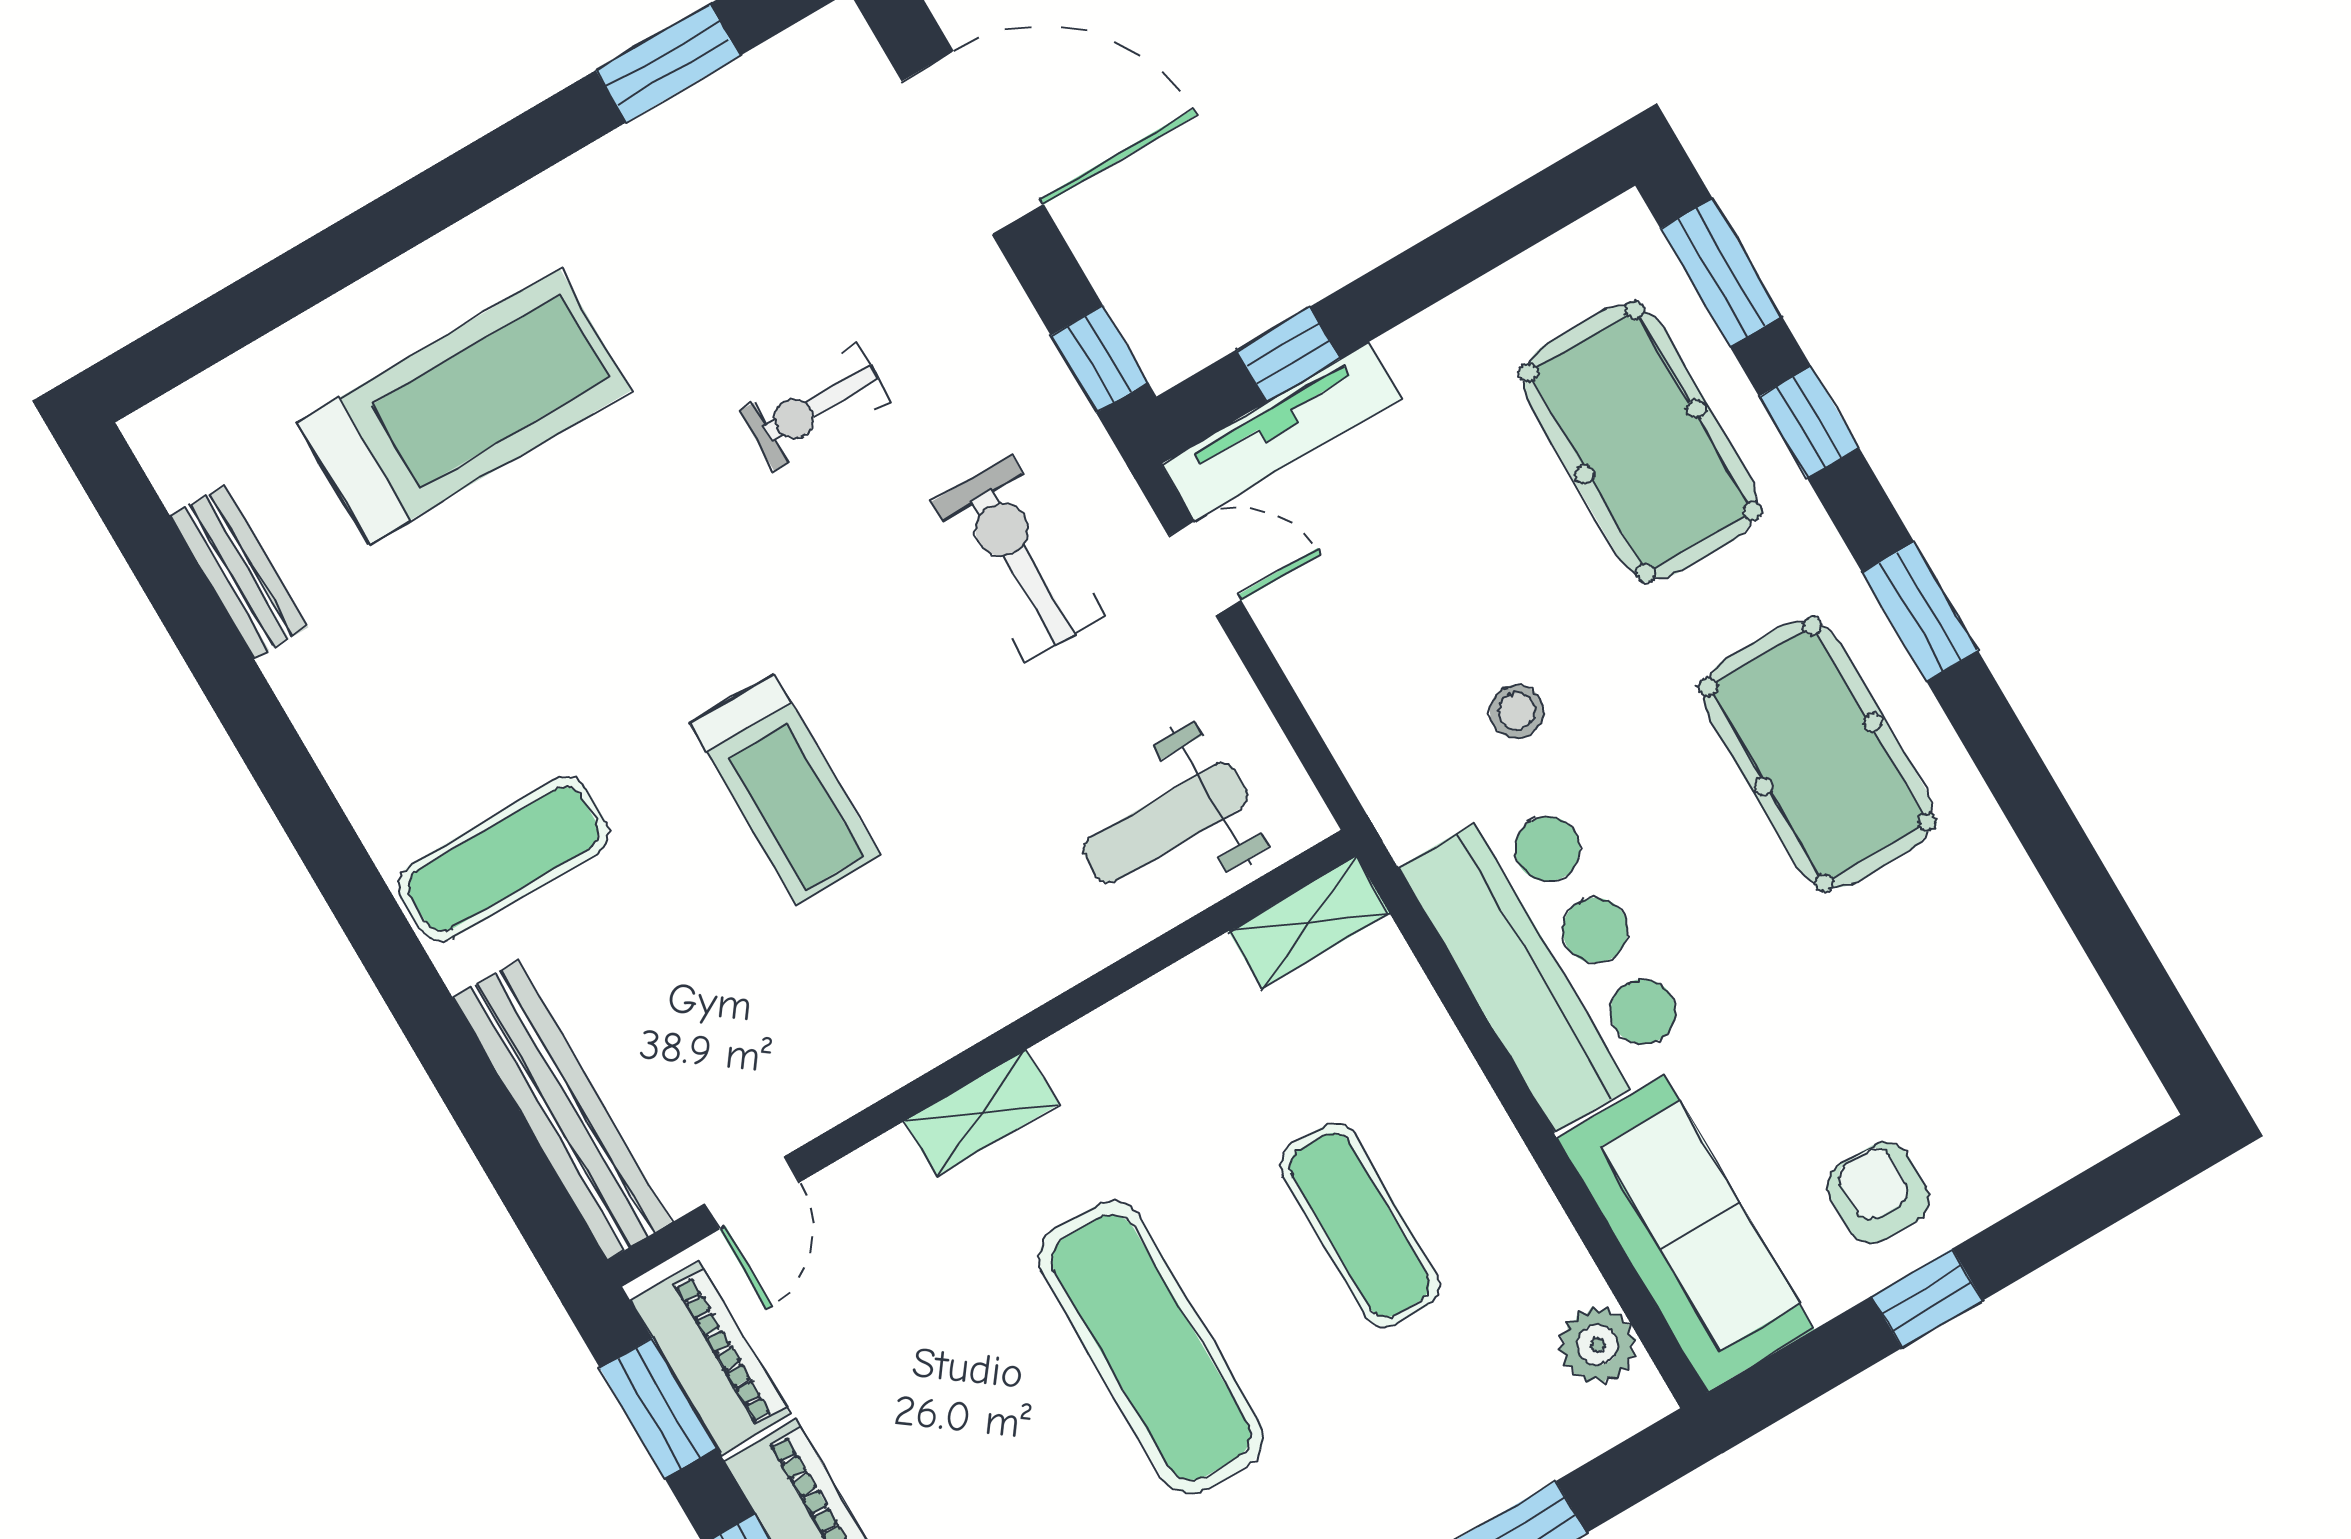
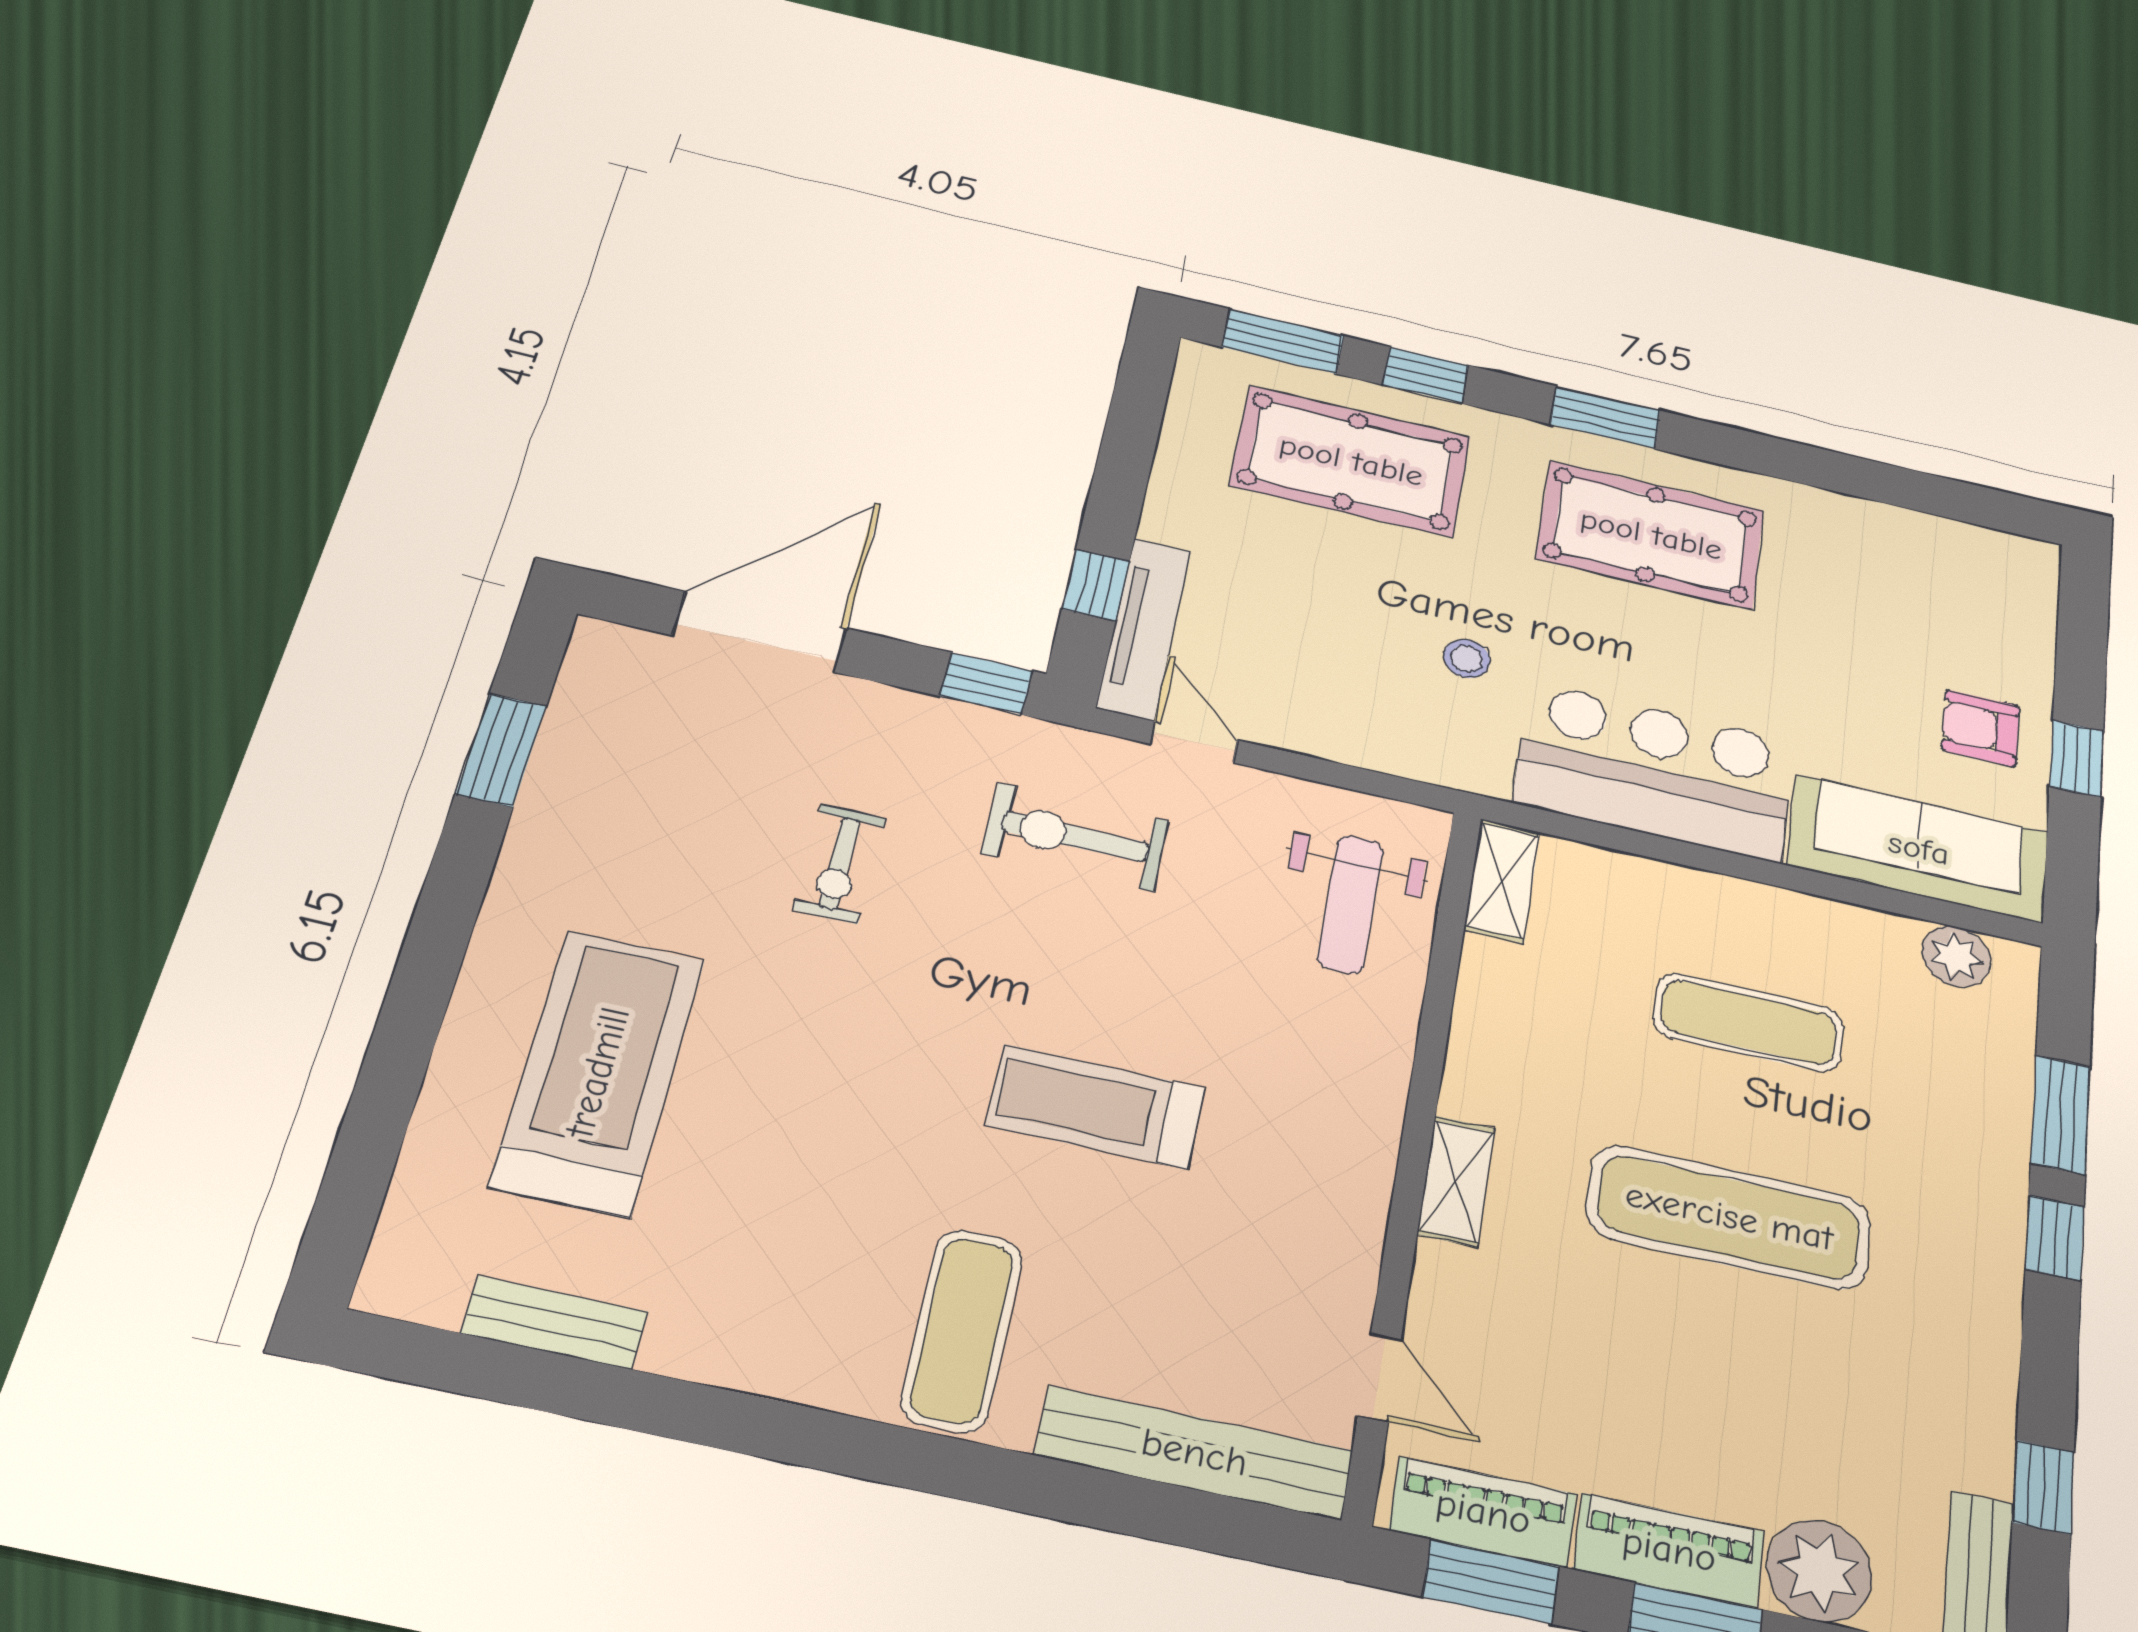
door: (1205, 568) -> (1194, 742), hinge flipped
treadmill: (785, 789) -> (1096, 1107), turned 180

